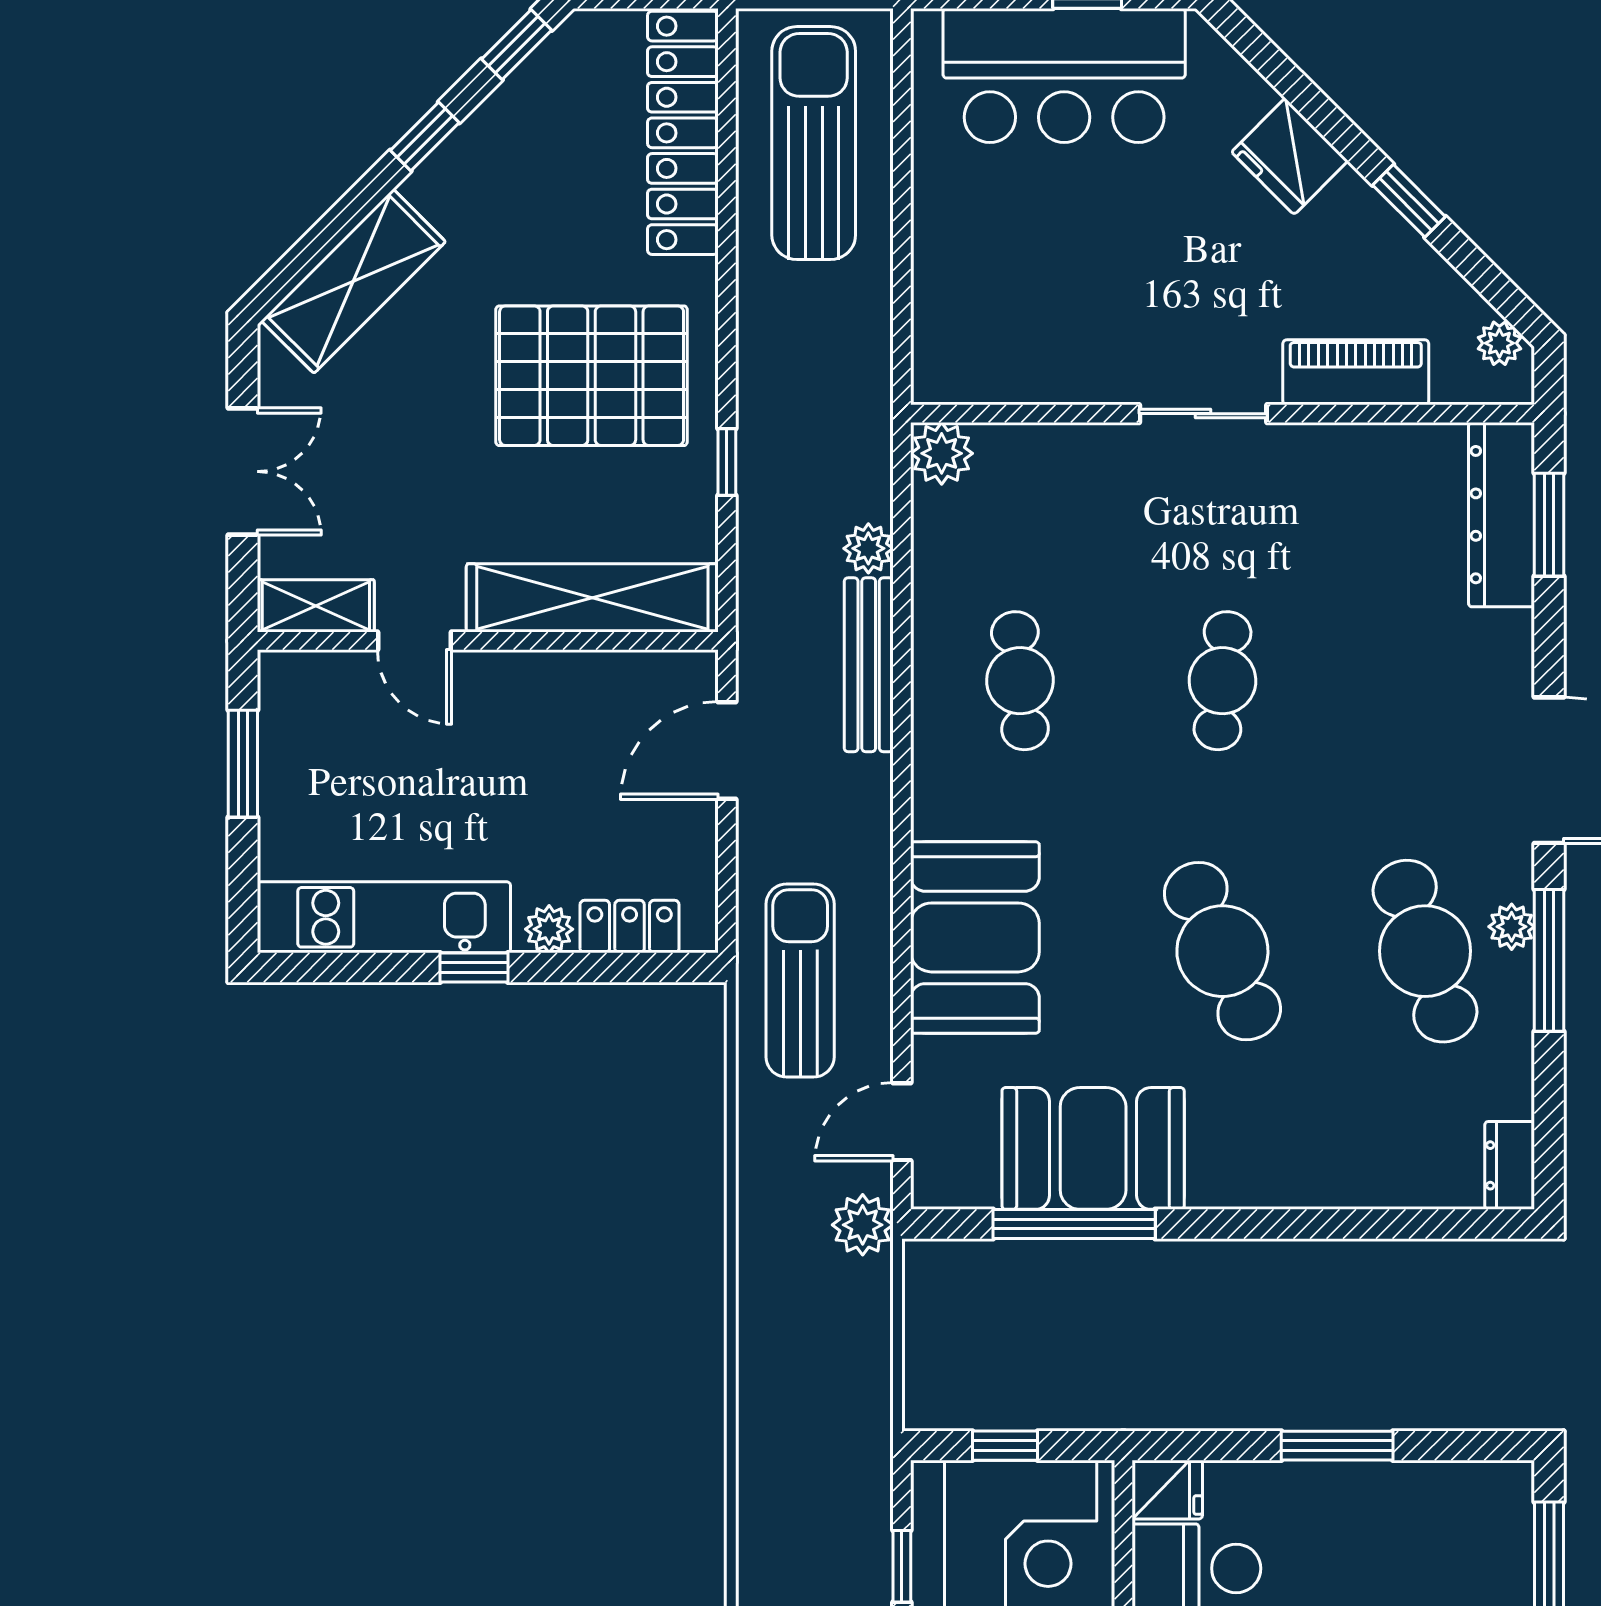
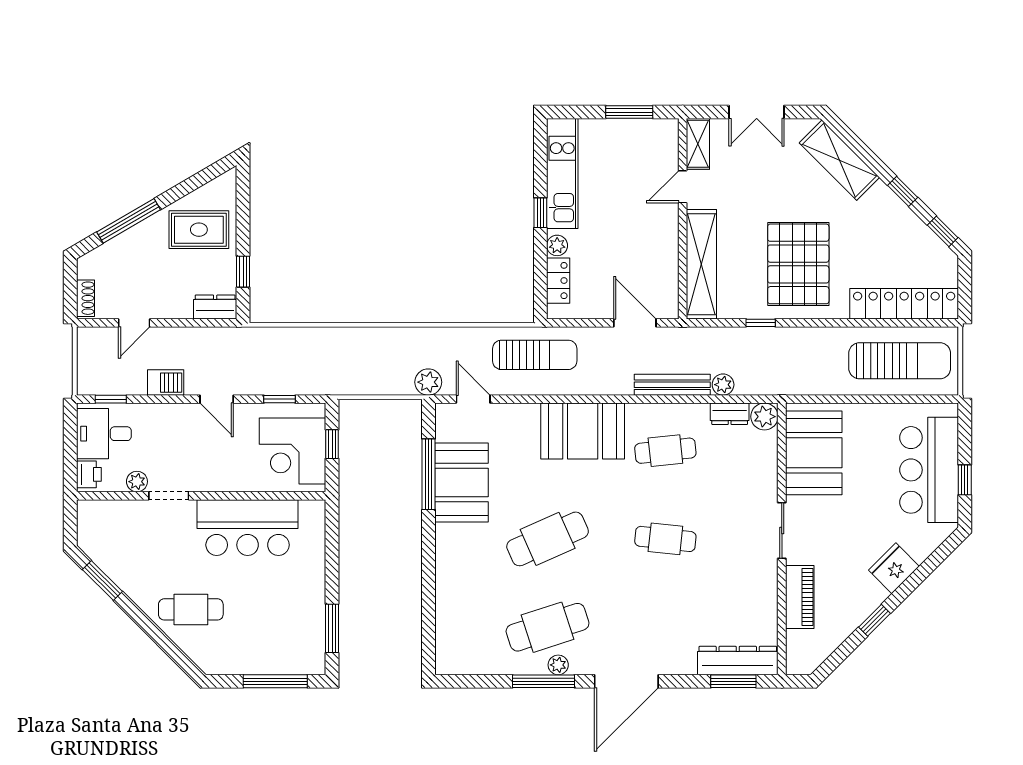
booth: (1025, 340) -> (814, 453), added
plant: (1499, 343) -> (812, 660), removed
booth: (975, 937) -> (583, 431), moved
dresser: (1510, 1165) -> (730, 414), moved, turned 180
window: (1337, 1446) -> (332, 628), moved
fridge: (1167, 1490) -> (313, 515), removed

